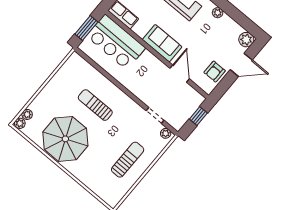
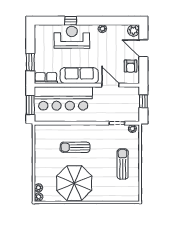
bar counter: (116, 42) -> (63, 98), width x1.36
sofa: (162, 43) -> (79, 76), width x1.36
door: (241, 65) -> (143, 48), swing flipped

